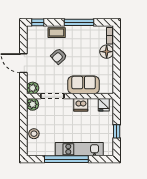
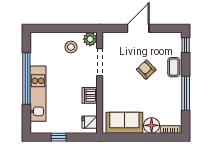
sofa: (84, 85) -> (124, 123), moved, turned -90
plant: (33, 88) -> (109, 39), removed
stool: (34, 134) -> (71, 47), moved

